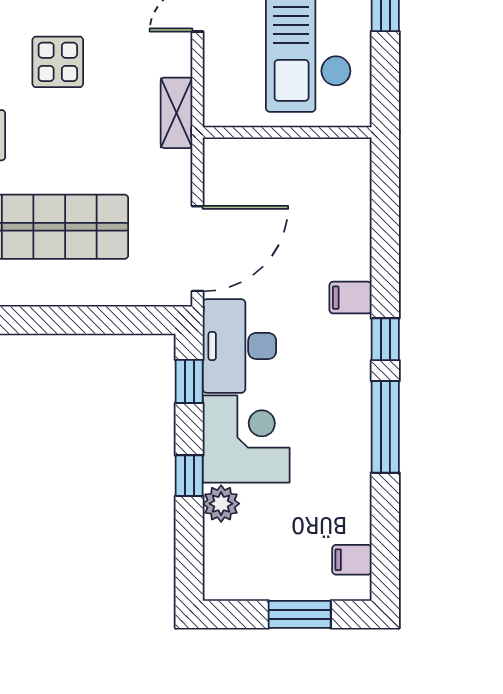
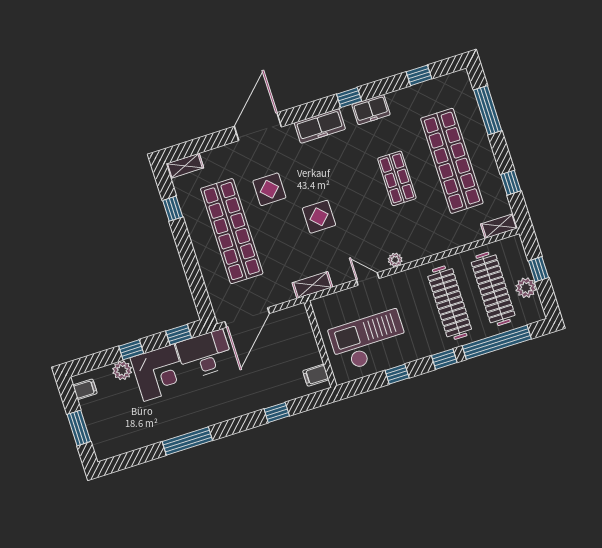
door: (198, 249) -> (247, 317), hinge flipped
filing cabinet: (351, 298) -> (316, 375), moved, turned -90
window: (385, 339) -> (277, 412), moved
filing cabinet: (352, 560) -> (85, 389), moved, turned 90

